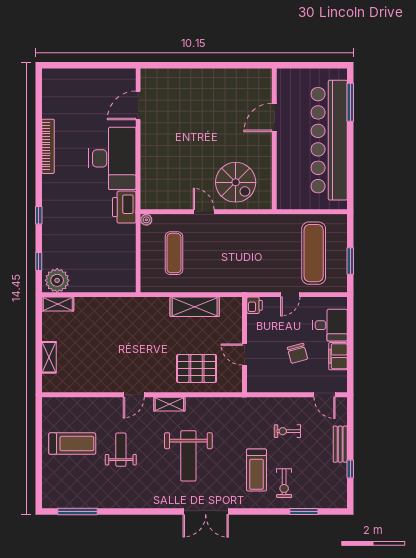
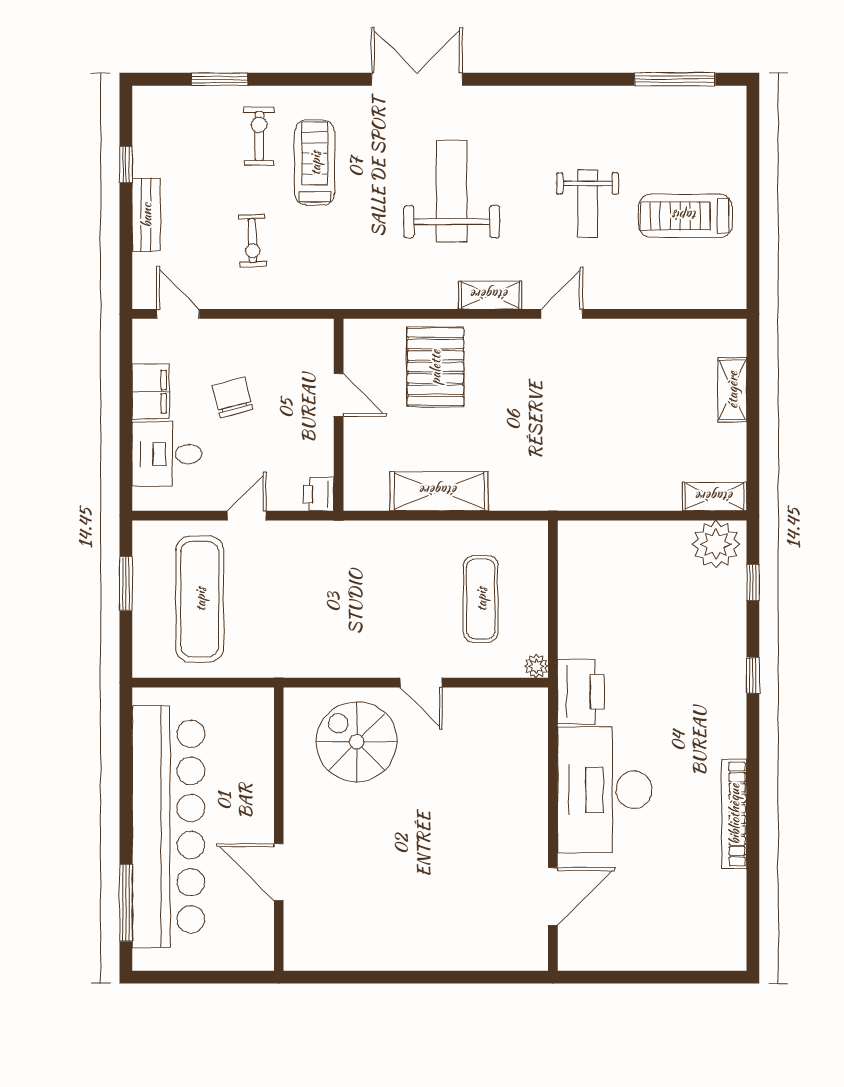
door: (274, 117) -> (279, 872), swing flipped
pallet: (196, 368) -> (435, 367), turned 90
exercise bike: (287, 431) -> (252, 241), turned 88

